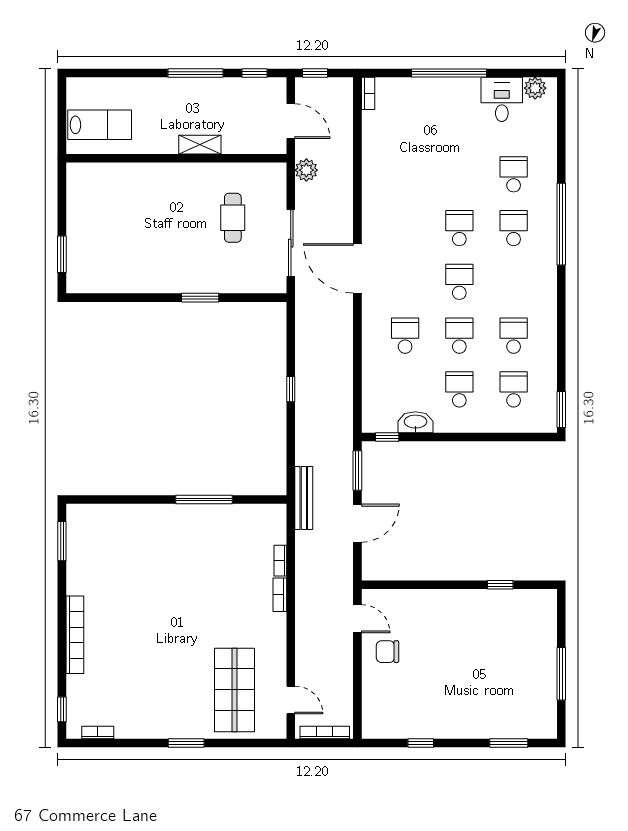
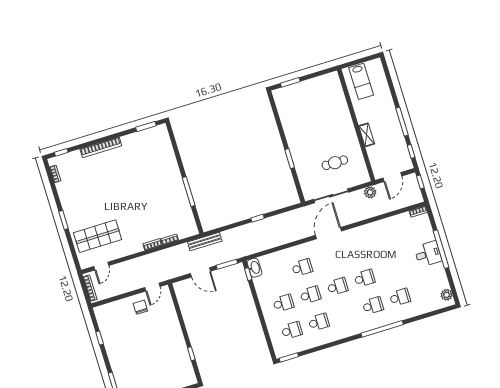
desk: (502, 99) -> (428, 254), moved
washbasin: (415, 422) -> (254, 268), moved

